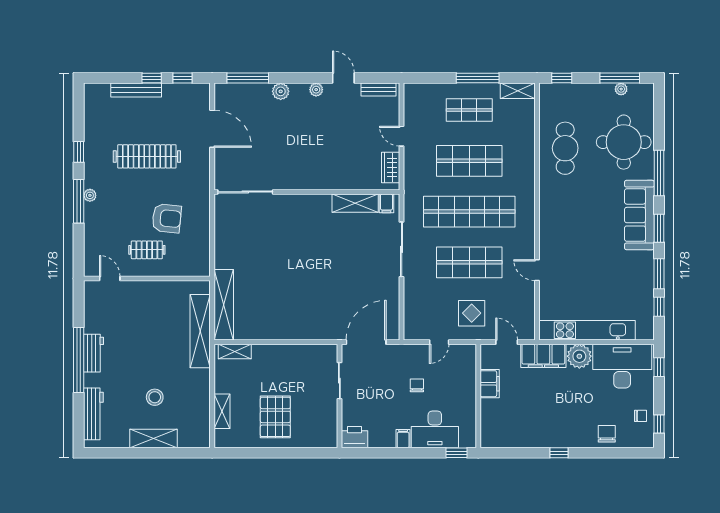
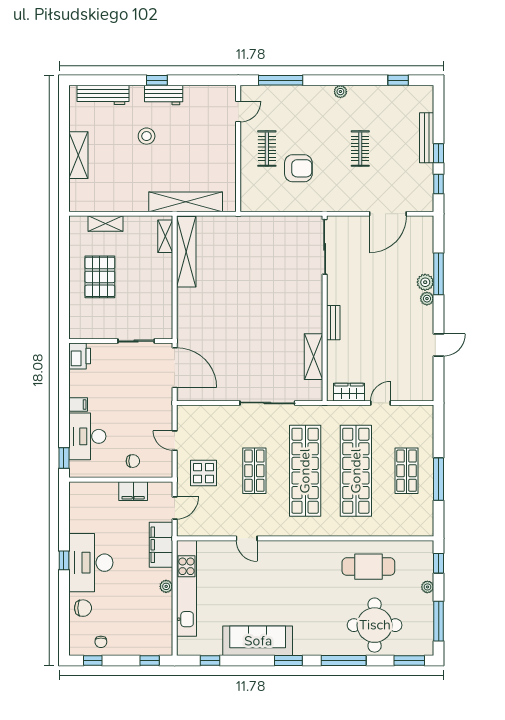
window: (248, 78) -> (439, 274), moved
plant: (621, 89) -> (427, 587), moved
plant: (316, 90) -> (427, 299), moved
bench: (378, 90) -> (333, 323), moved
shelving: (518, 91) -> (426, 519), removed
window: (79, 152) -> (398, 80), moved
clothes rail: (147, 156) -> (360, 149), width x0.54, depth x0.76
shop shelf: (469, 161) -> (356, 471), width x1.40
plant: (90, 195) -> (340, 92), moved
window: (79, 201) -> (281, 80), moved
filing cabinet: (386, 203) -> (313, 388), removed
sofa: (639, 215) -> (258, 641), moved
armchair: (167, 218) -> (298, 168), turned -96
shop shelf: (469, 262) -> (254, 471), width x0.70, depth x0.74
door: (537, 270) -> (247, 538), swing flipped
window: (659, 274) -> (409, 660), moved
shelving: (224, 305) -> (186, 252), moved, turned 90
plant: (579, 356) -> (166, 586), width x0.53, depth x0.53
window: (79, 360) -> (157, 80), width x0.32
desk: (622, 366) -> (91, 563), moved, turned 180
chair: (417, 385) -> (133, 461), moved
stool: (155, 397) -> (147, 136), moved
pallet: (275, 417) -> (100, 277), turned 90

